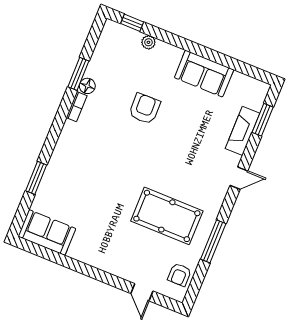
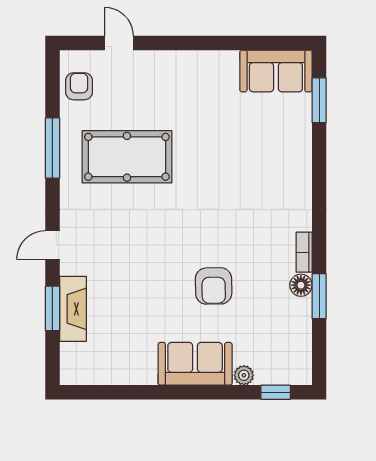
sofa: (204, 74) -> (195, 364), moved
window: (263, 120) -> (52, 308), moved
window: (36, 178) -> (319, 100), moved

